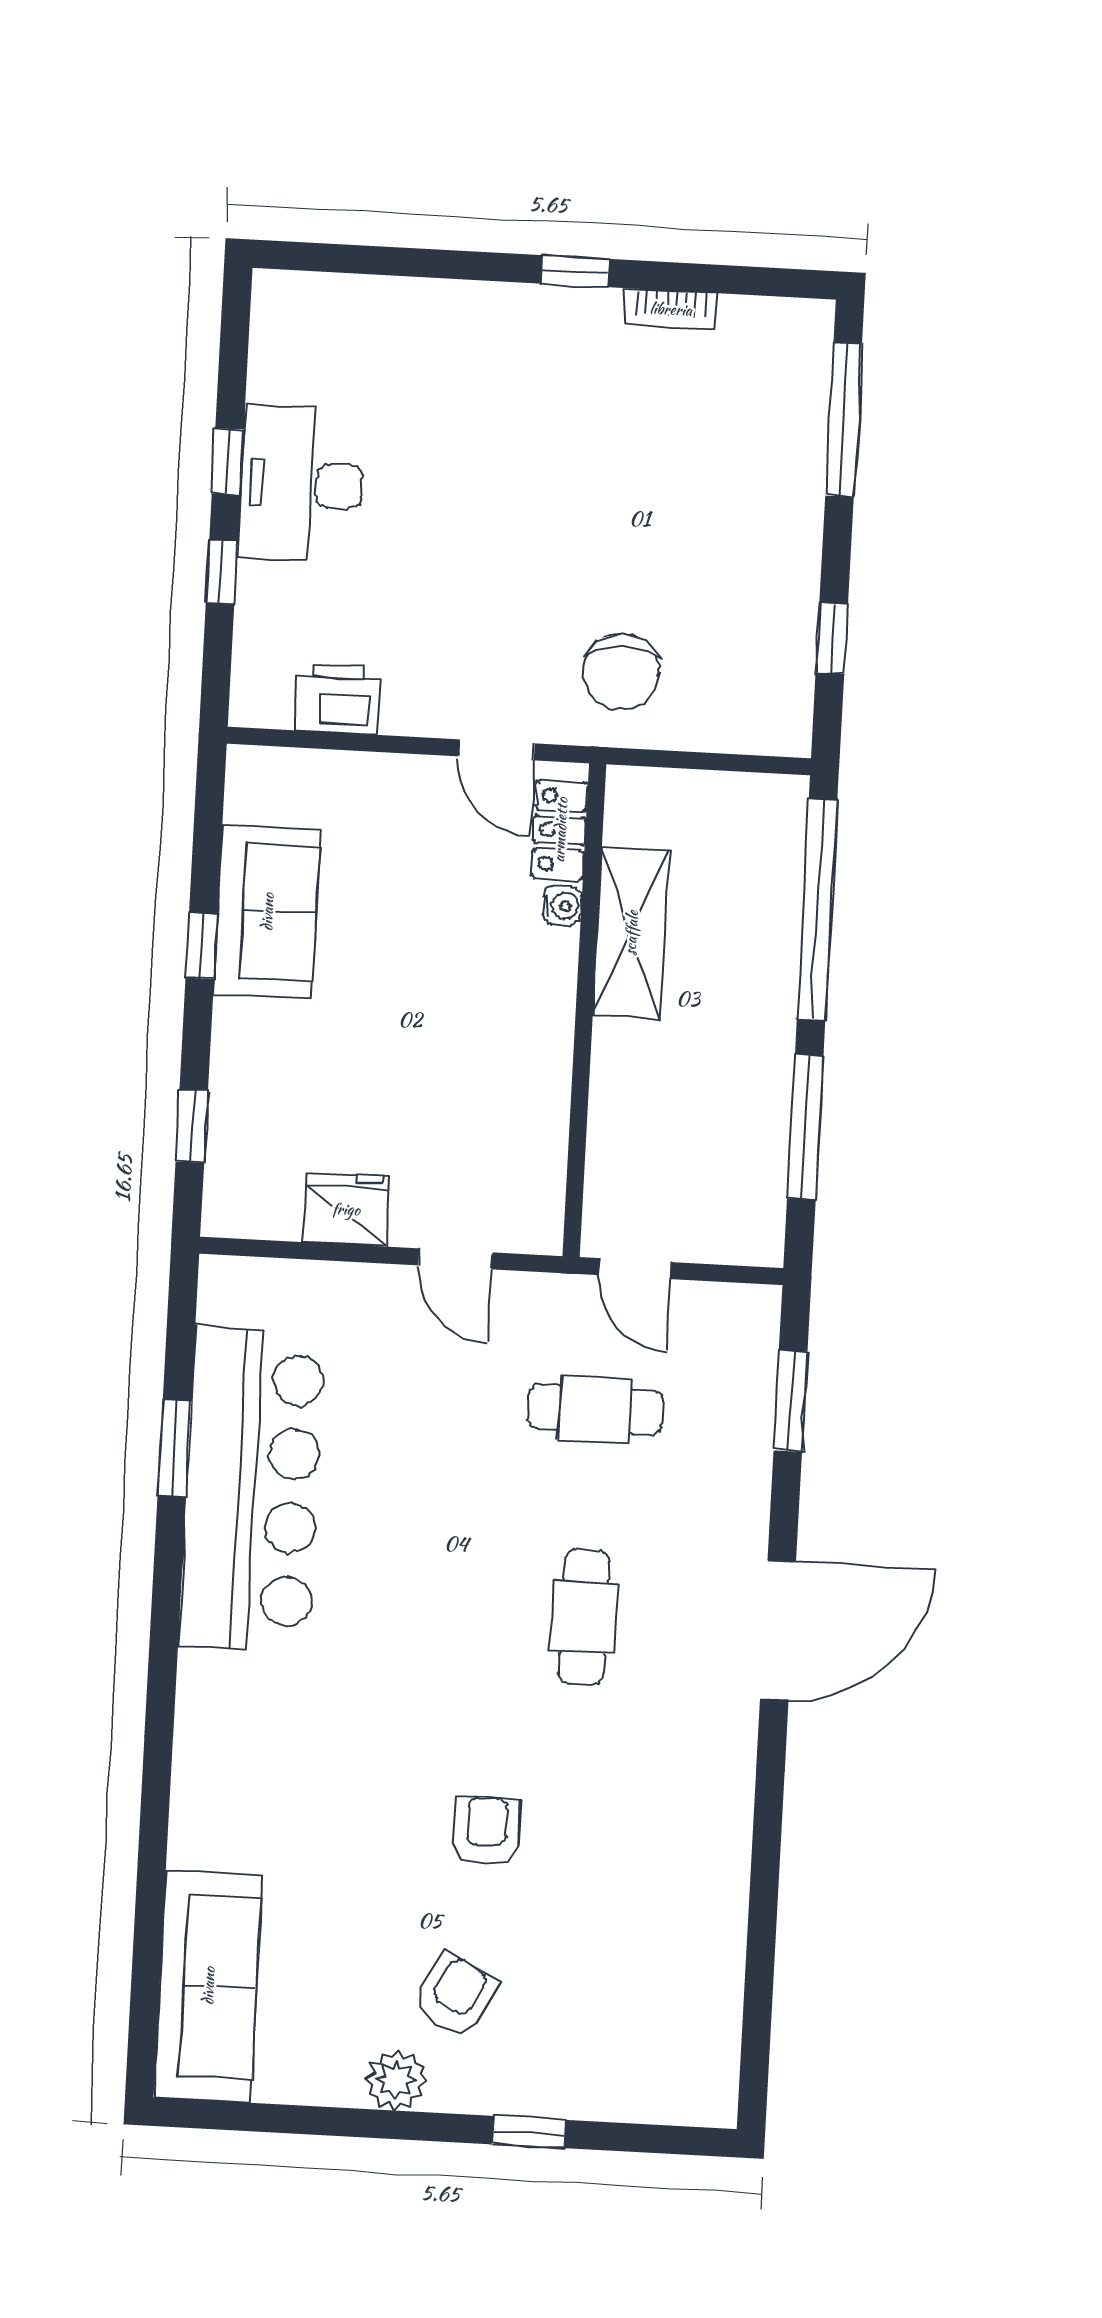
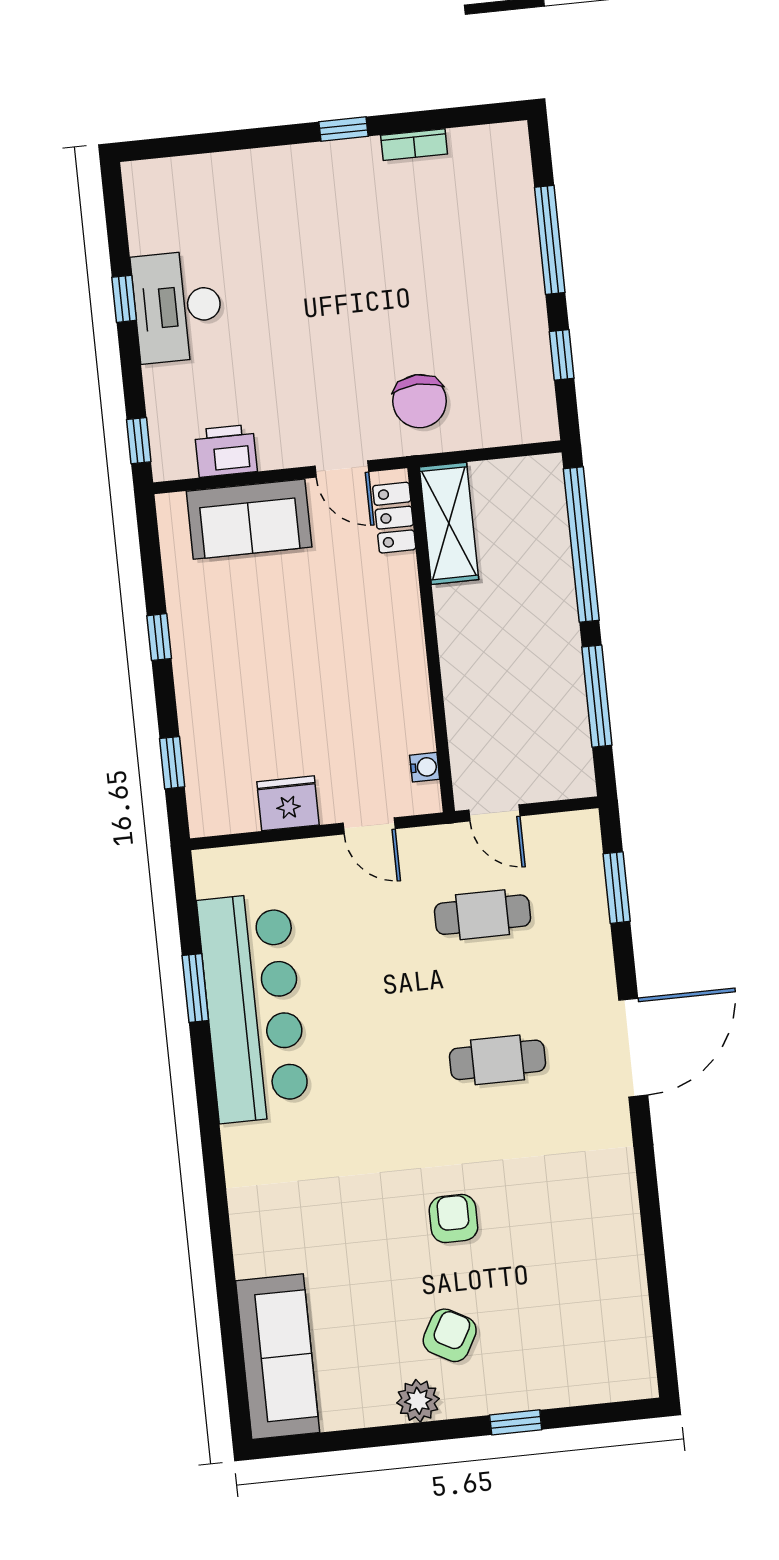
window: (844, 419) -> (550, 240), moved
window: (222, 572) -> (139, 441), moved
water cooler: (562, 906) -> (425, 767), moved
sofa: (267, 912) -> (249, 519), moved, turned 90
shelving: (631, 933) -> (449, 523), moved
cafe table: (584, 1617) -> (497, 1060), turned 90

